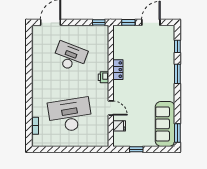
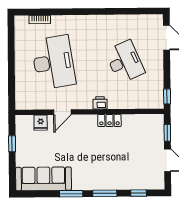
desk: (70, 57) -> (125, 62), turned -45
window: (177, 133) -> (71, 194), moved

